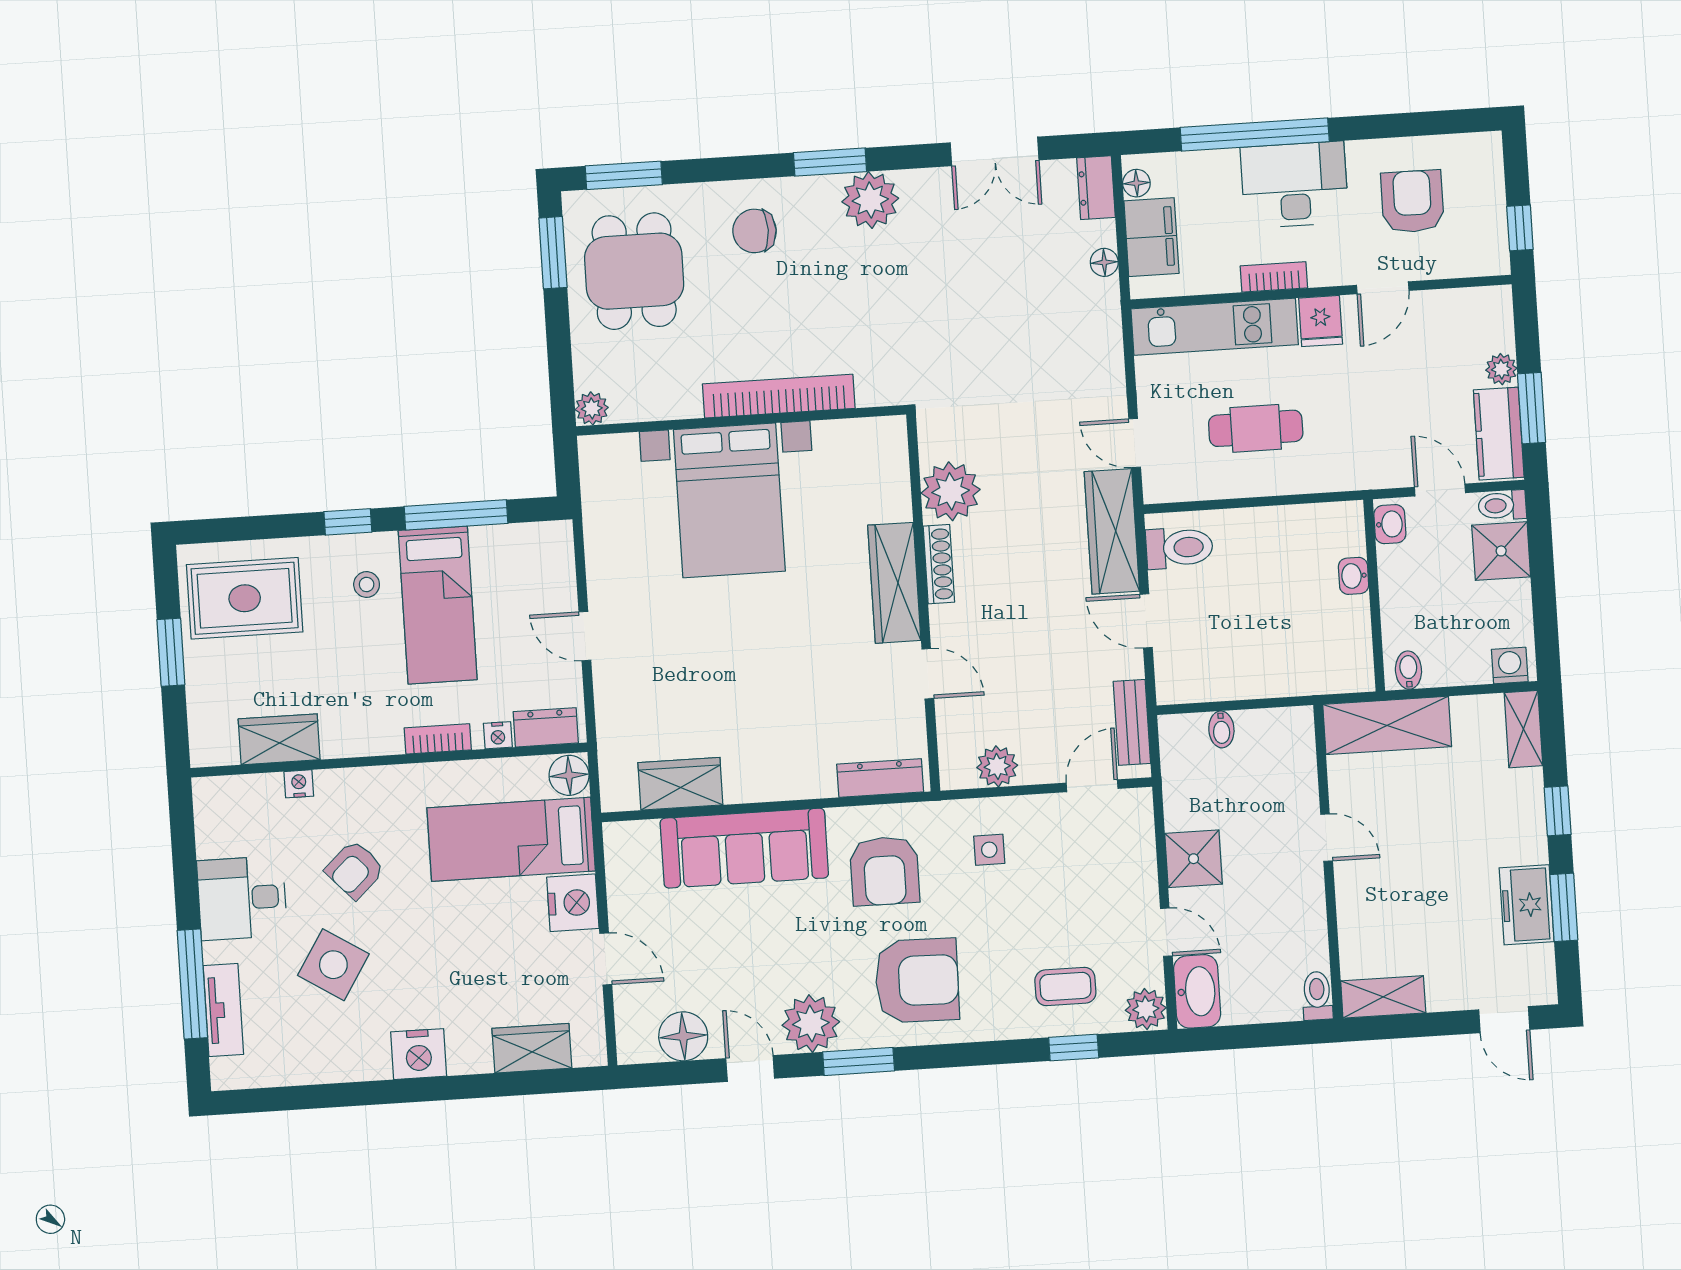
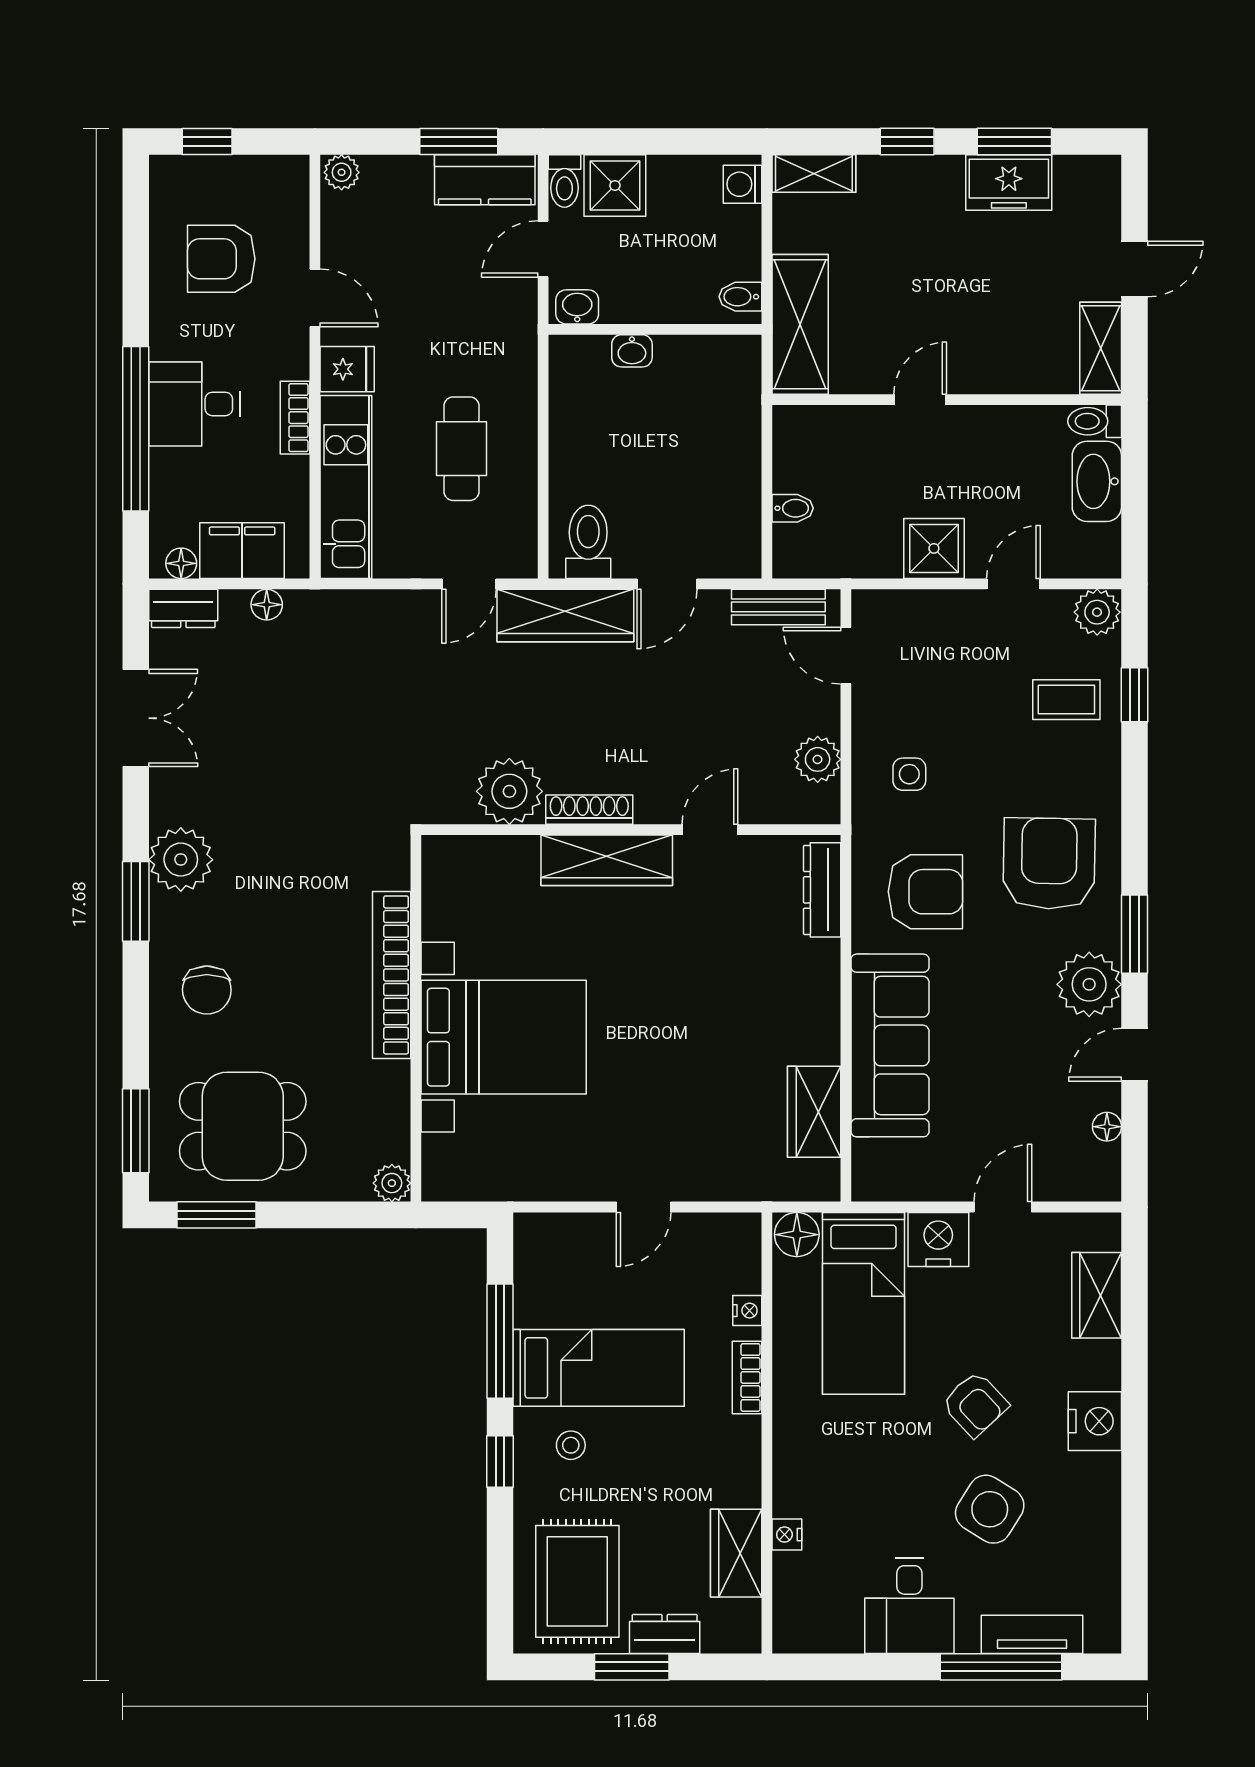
desk: (1294, 185) -> (194, 404), width x0.73
window: (1520, 228) -> (207, 142), moved
plant: (1501, 369) -> (342, 172), moved
dresser: (546, 727) -> (665, 1634), moved, turned 90
armchair: (355, 870) -> (975, 1404), moved
coffee table: (1065, 986) -> (1066, 700), turned 90
washbasin: (1197, 991) -> (1097, 481), moved, turned -90
door: (1504, 1020) -> (1135, 269), moved
floor lamp: (683, 1036) -> (1107, 1127), width x0.53, depth x0.53

